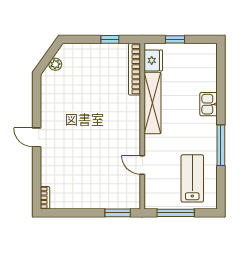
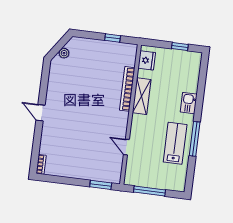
window: (175, 39) -> (180, 46), moved
bookcase: (135, 69) -> (127, 89), moved
shelving: (152, 103) -> (142, 96), width x0.68
lab bench: (192, 178) -> (175, 143), moved

